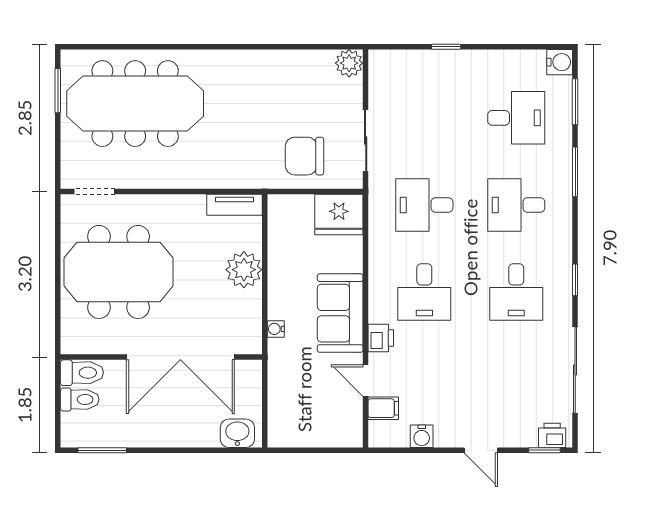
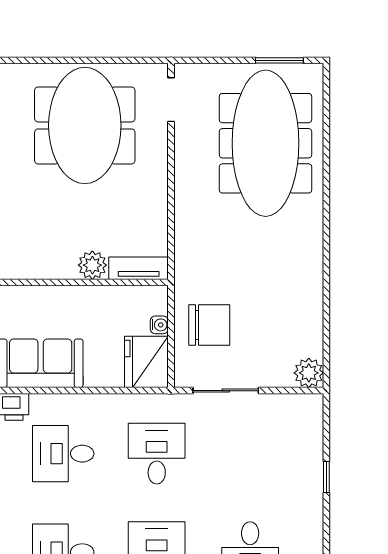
chair: (305, 156) -> (209, 325), turned 90
tv unit: (234, 205) -> (139, 268), moved, turned 90
plant: (244, 270) -> (92, 265), width x0.73, depth x0.73
water cooler: (276, 329) -> (159, 325), moved, turned 90

